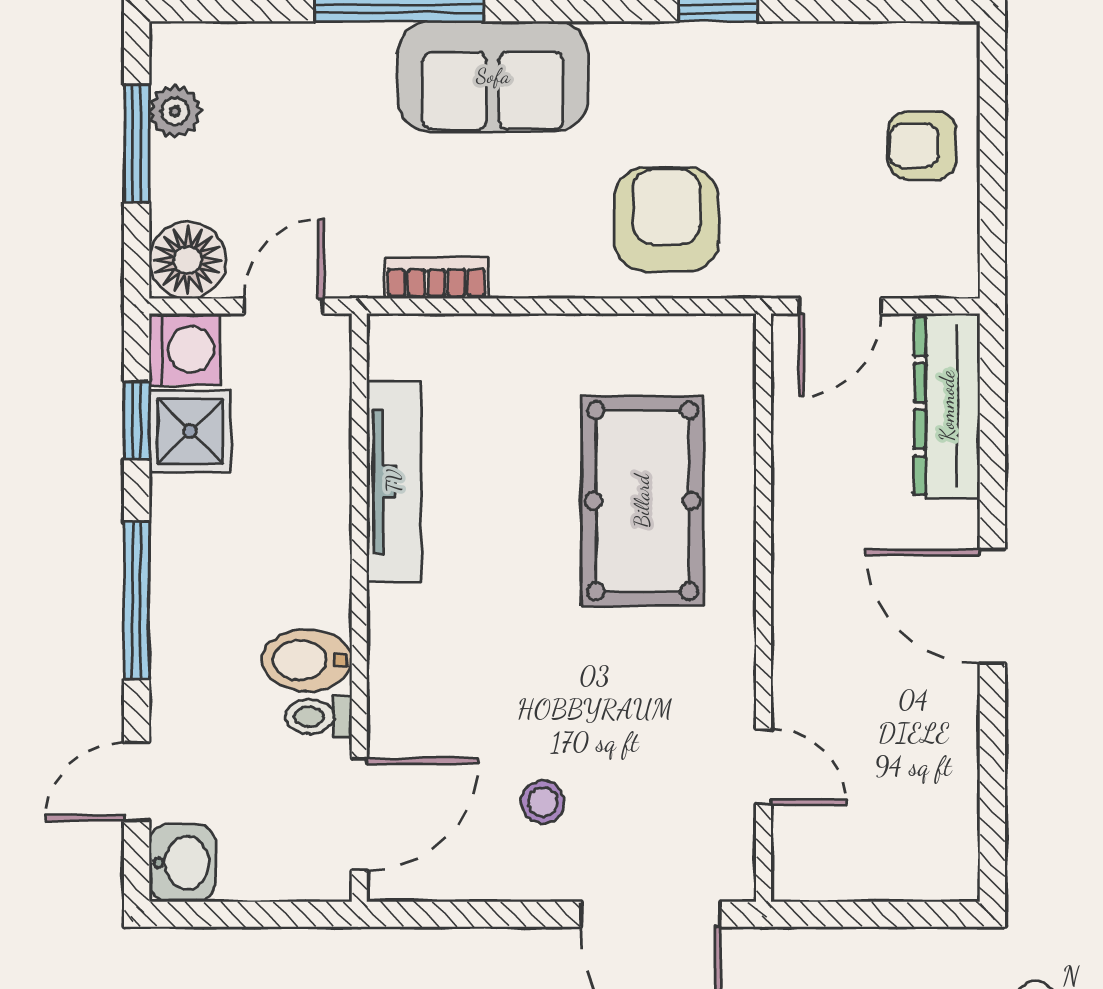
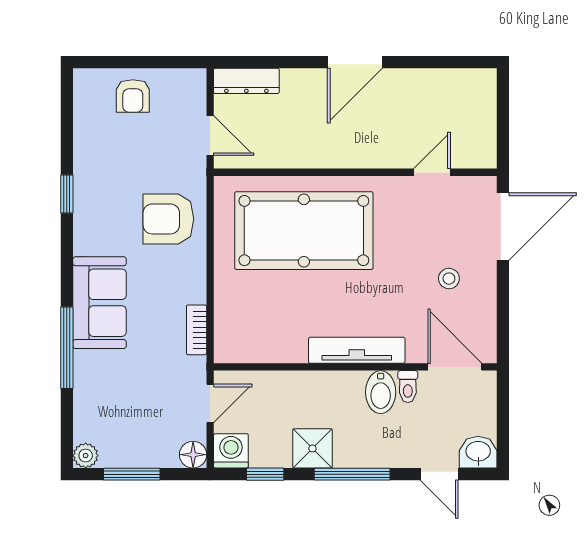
plant: (175, 111) -> (86, 456), moved
floor lamp: (188, 260) -> (193, 455), width x0.73, depth x0.73
door: (284, 306) -> (210, 403), swing flipped
dresser: (947, 406) -> (246, 81), width x0.73, depth x0.80
shower: (190, 431) -> (312, 448), moved
tv unit: (394, 481) -> (357, 350), moved
pool table: (642, 501) -> (304, 231), width x1.36, depth x1.32

